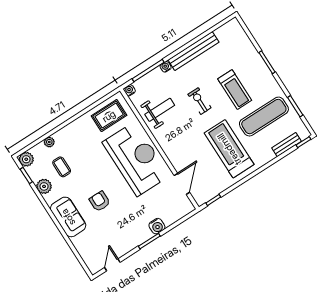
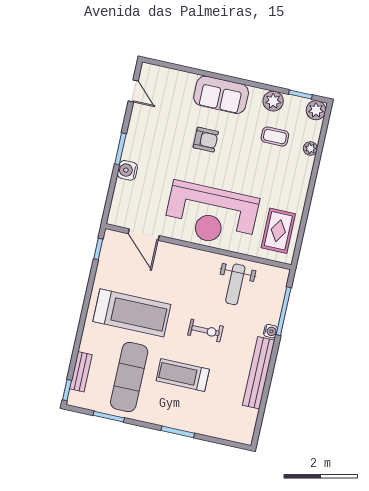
water cooler: (129, 90) -> (283, 274), removed

